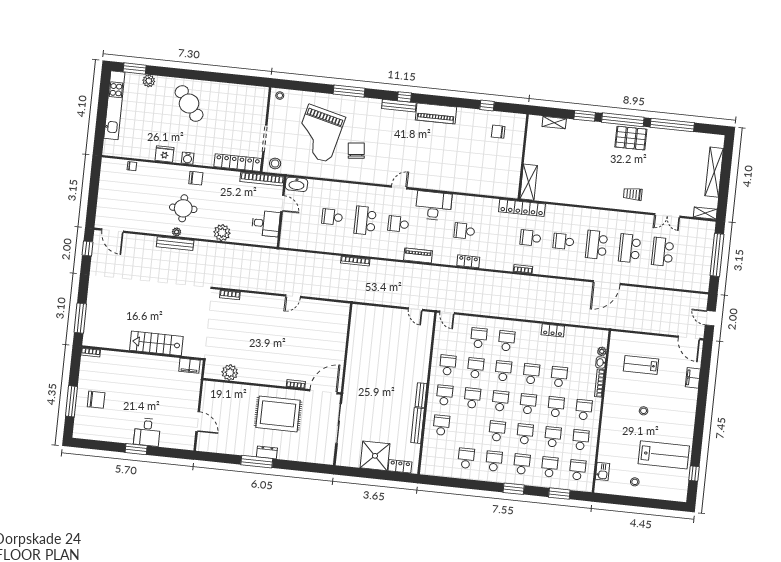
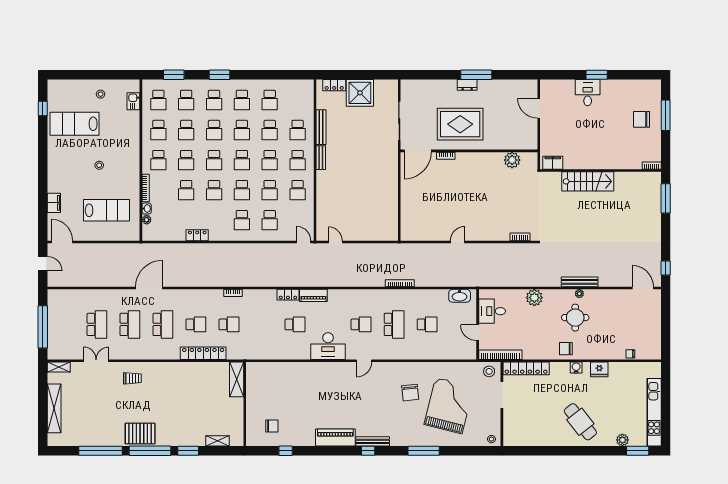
washbasin: (297, 184) -> (460, 296), moved, turned 180
locker: (522, 208) -> (203, 353), moved
piano: (418, 255) -> (313, 295), moved
lab bench: (641, 365) -> (106, 210), width x1.36, depth x1.39
school desk: (469, 428) -> (270, 130), added

